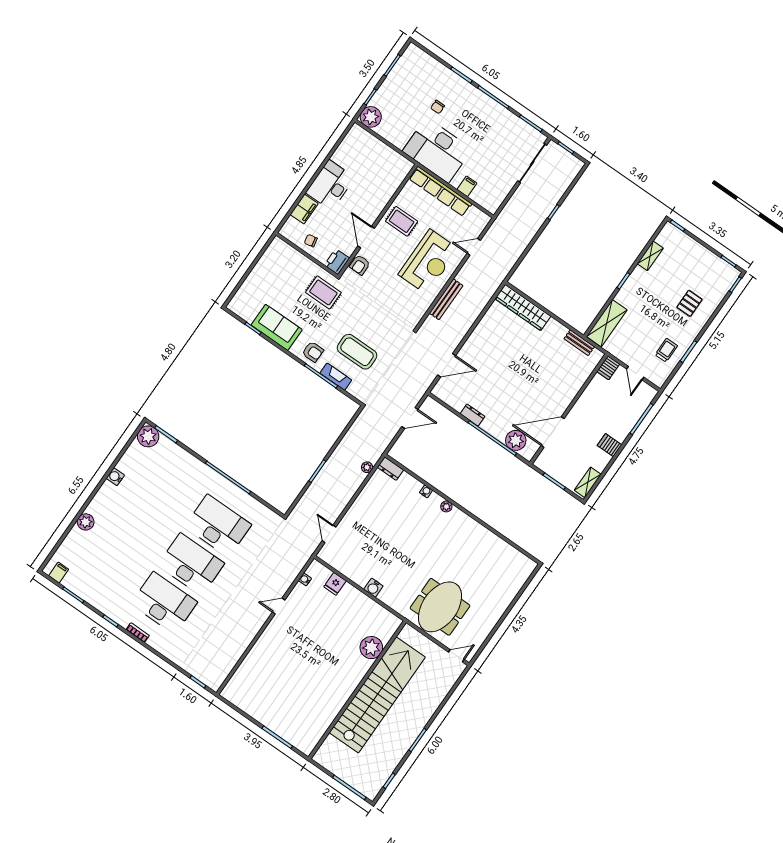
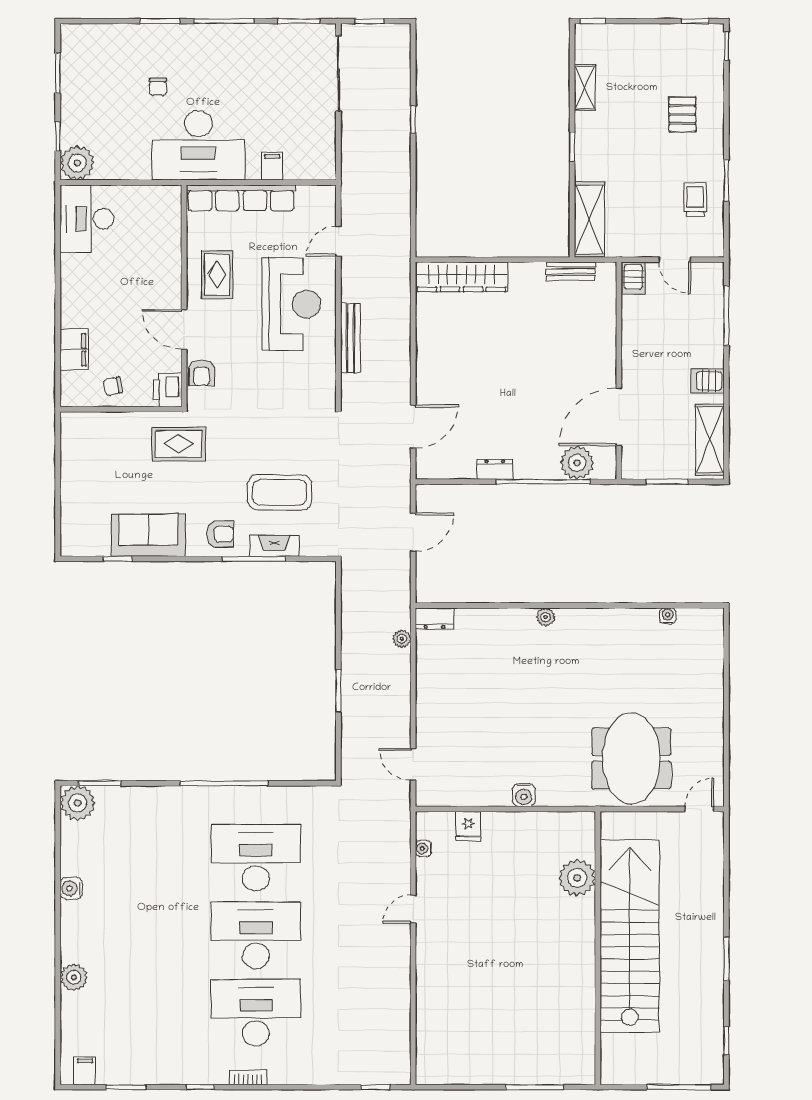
desk: (330, 185) -> (87, 219), moved
rug: (402, 221) -> (217, 275), turned 90
shelving: (588, 482) -> (710, 440), width x1.50, depth x1.33
water cooler: (426, 491) -> (668, 616), moved

